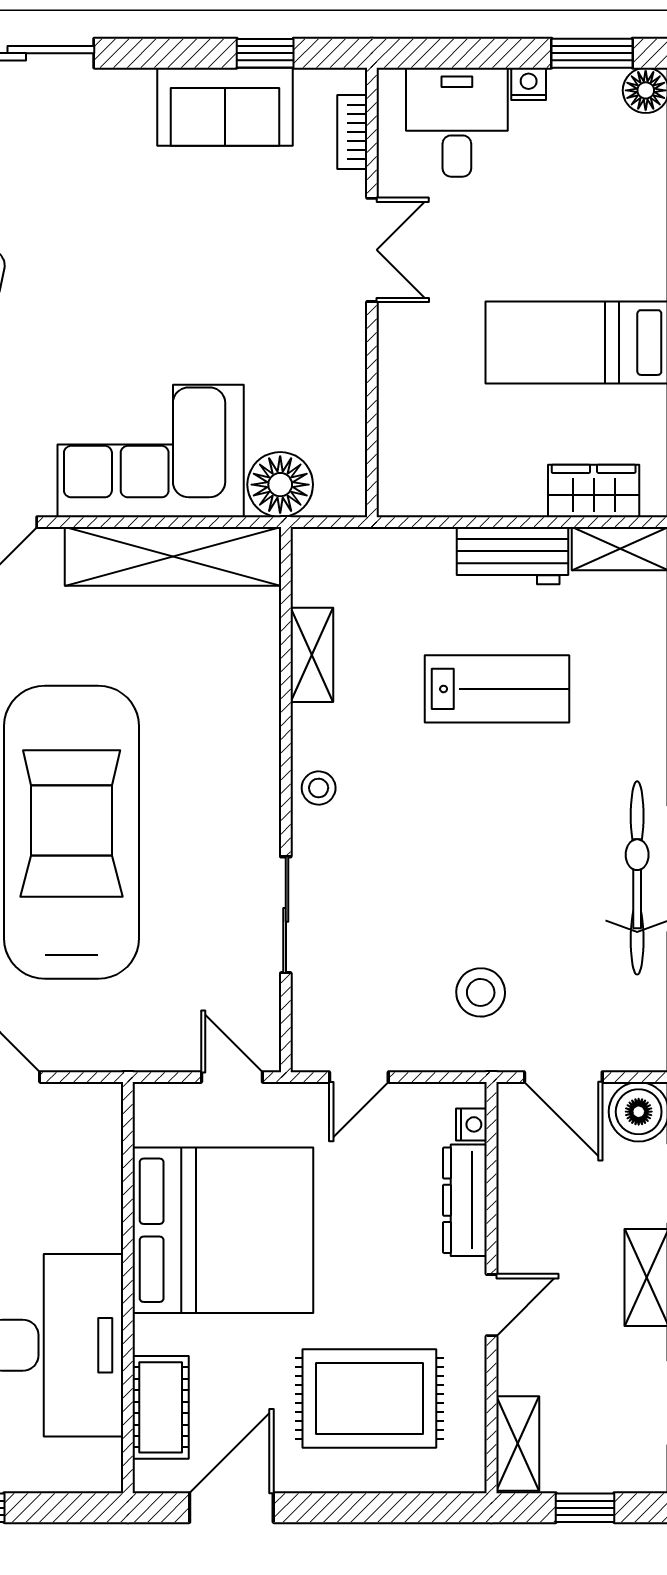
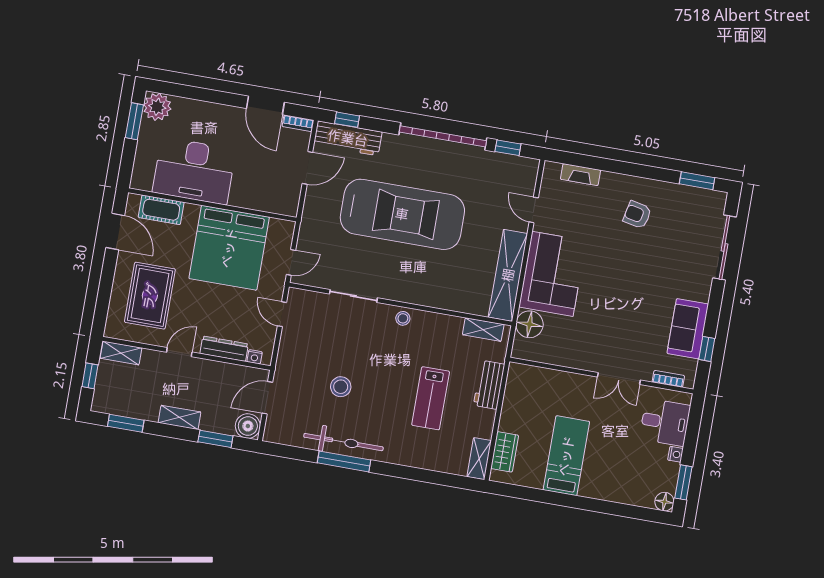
workbench: (513, 556) -> (489, 385), moved
shelving: (312, 655) -> (483, 330), moved
stool: (481, 992) -> (341, 387), moved
door: (492, 1305) -> (179, 352), swing flipped

